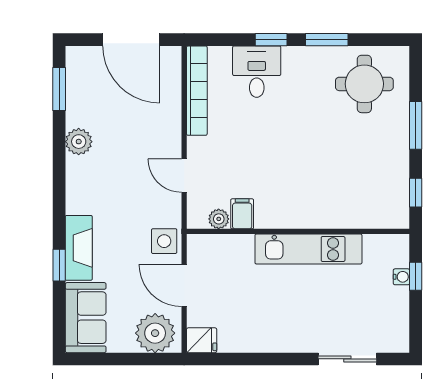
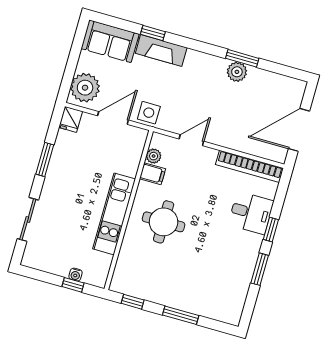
round table: (364, 84) -> (164, 222), moved
window: (59, 89) -> (242, 58), moved
window: (263, 359) -> (45, 160), added

